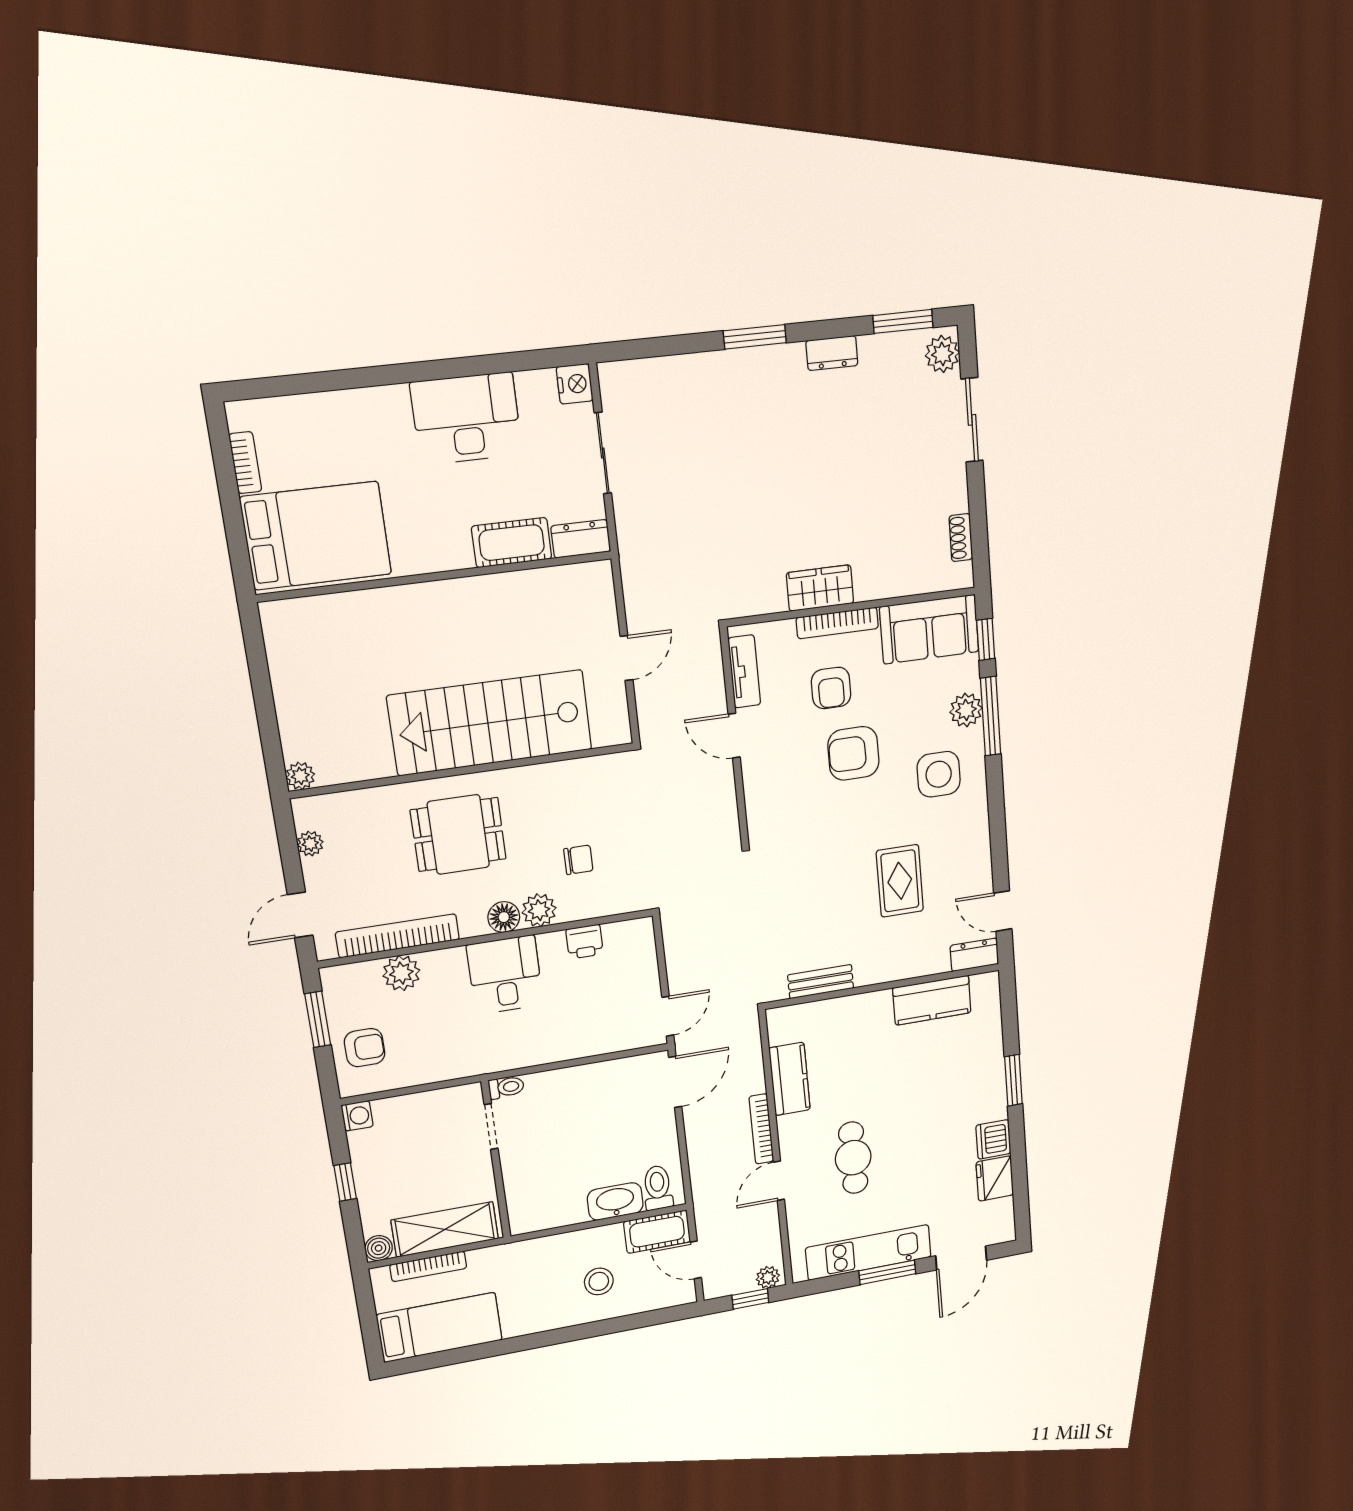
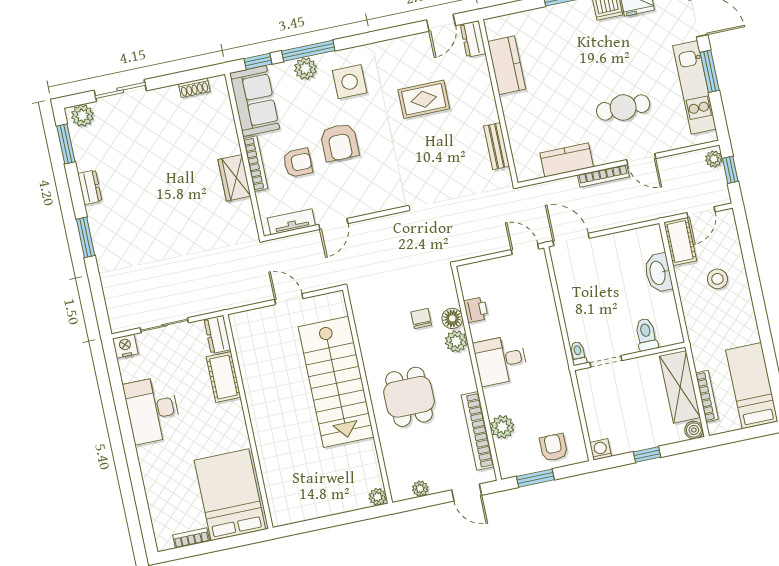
floor lamp: (504, 917) -> (452, 318), moved
toilet: (658, 1188) -> (646, 335), moved, turned 90

